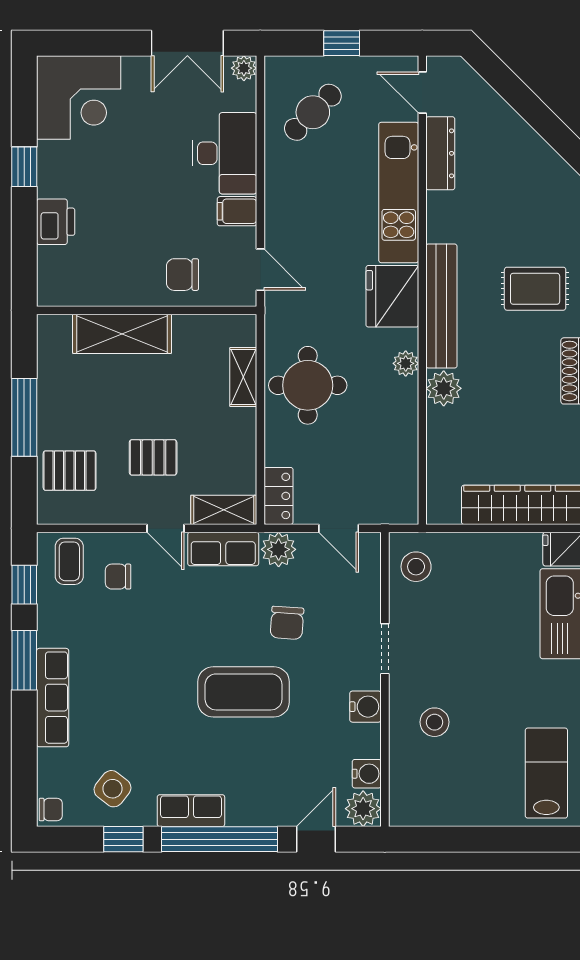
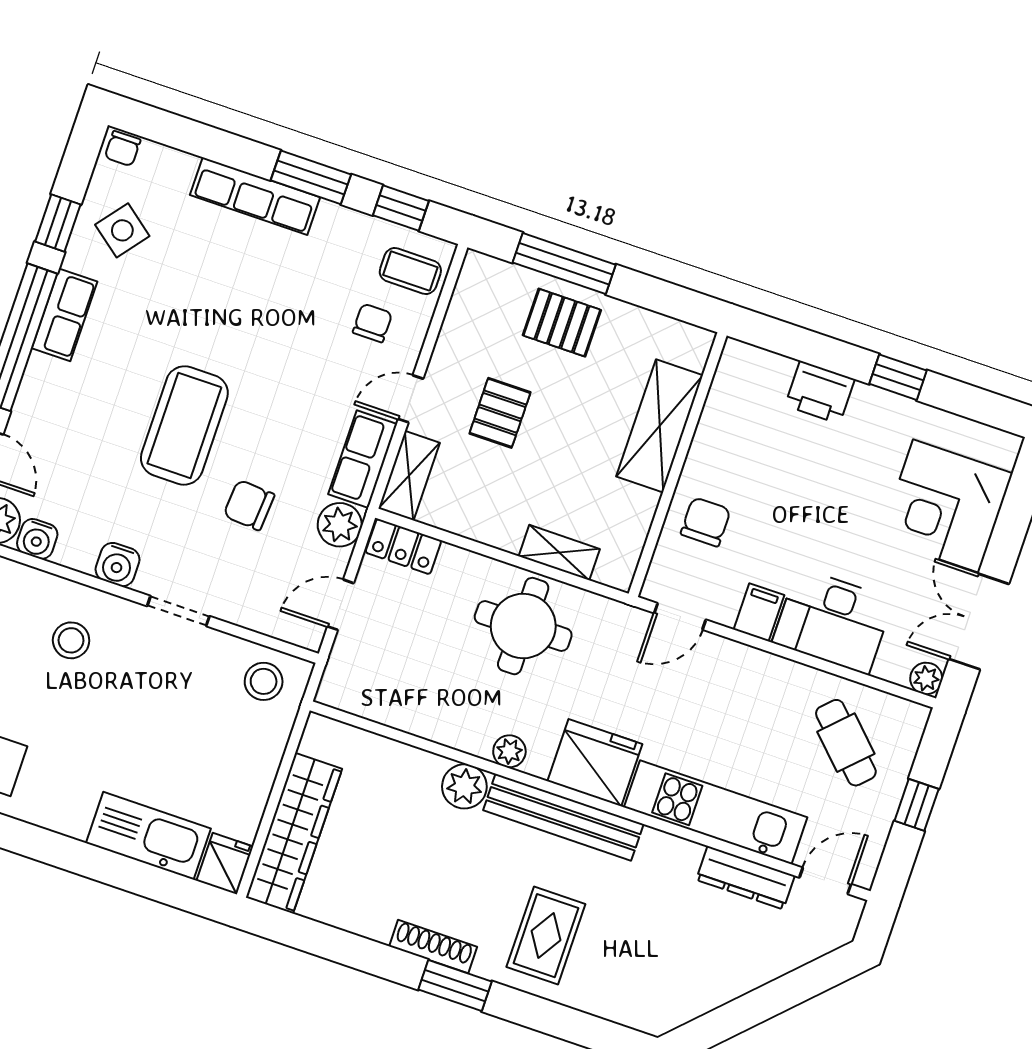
corner desk: (79, 98) -> (946, 506), moved
window: (24, 417) -> (564, 264), moved
pallet: (70, 471) -> (562, 323), moved, turned 90

